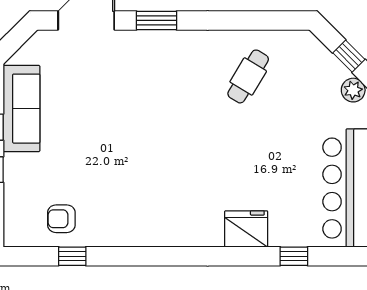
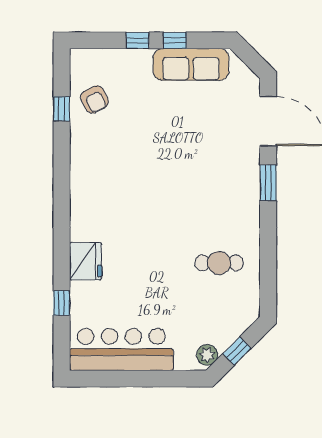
cafe table: (248, 76) -> (219, 263), turned -31
armchair: (61, 219) -> (94, 99), turned 153

